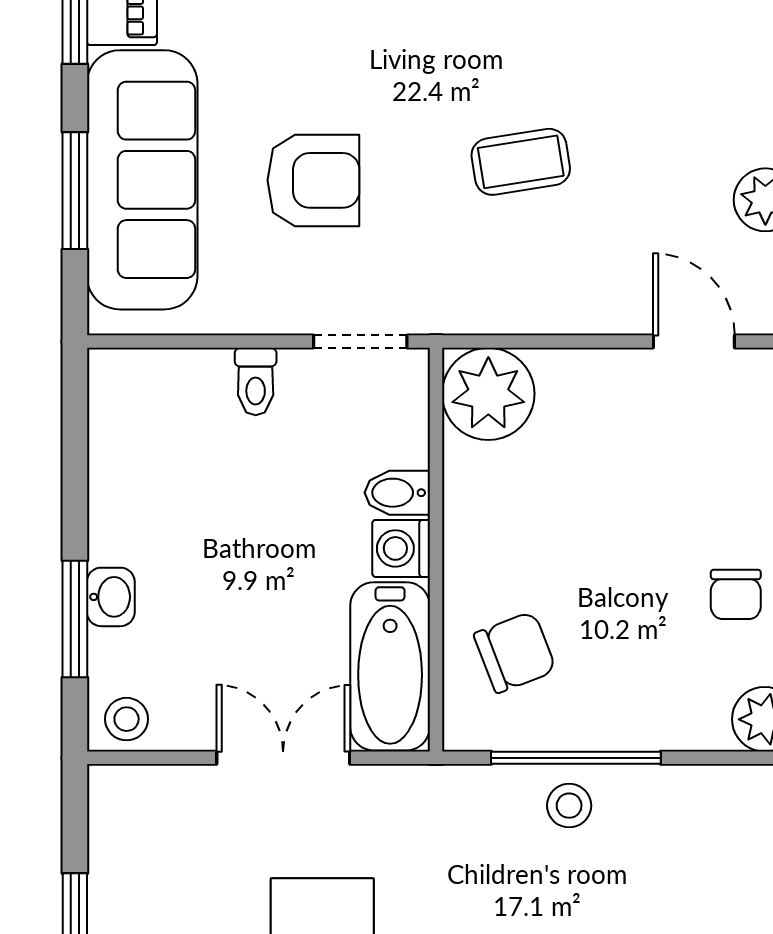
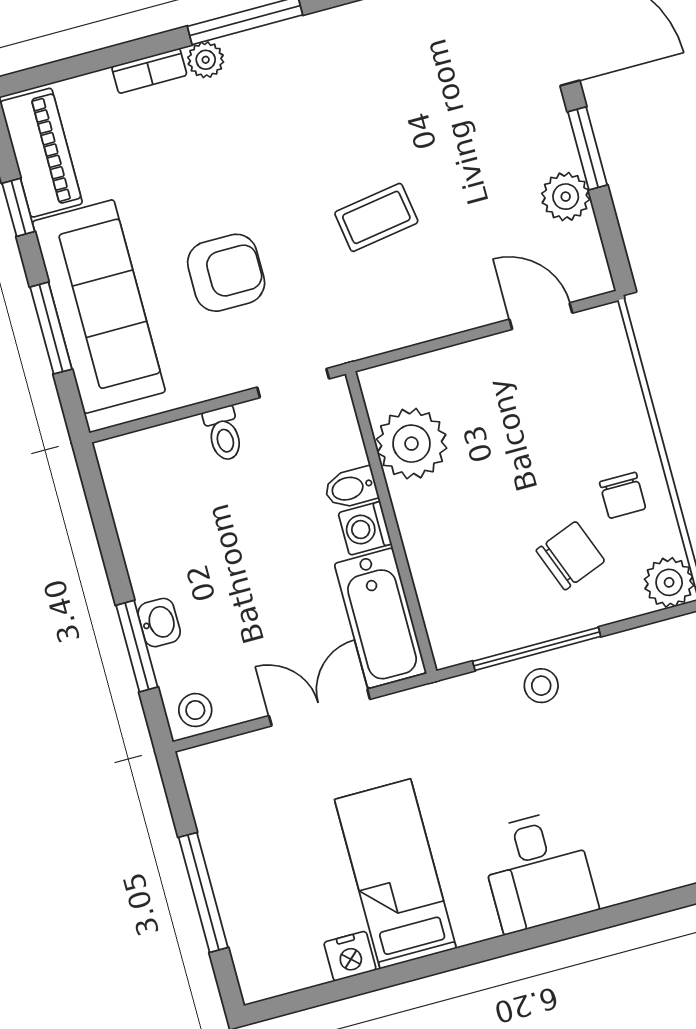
plant: (488, 394) -> (412, 444), moved
chair: (515, 652) -> (570, 556), moved

